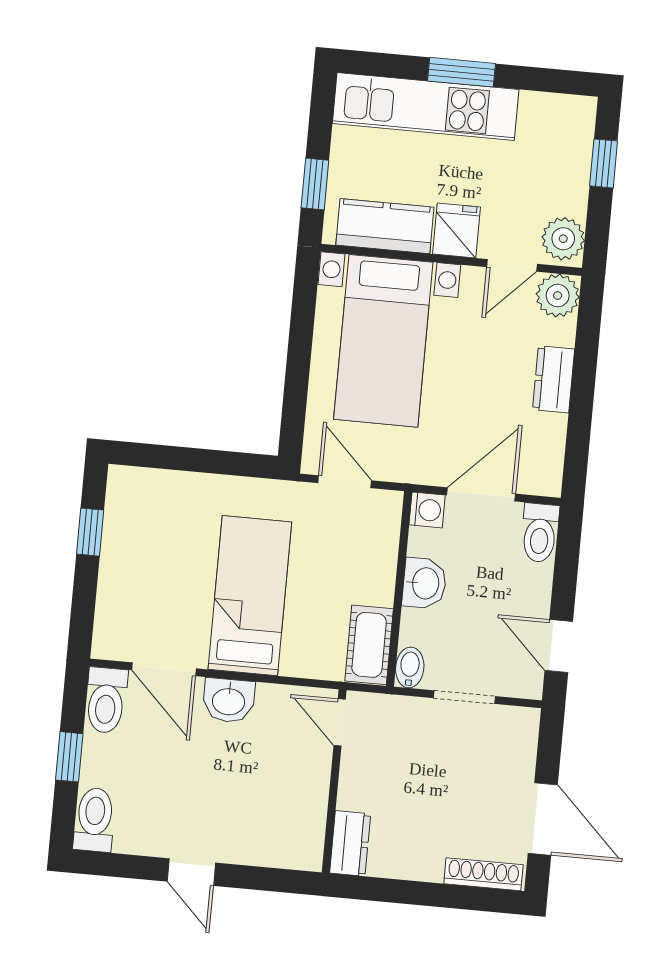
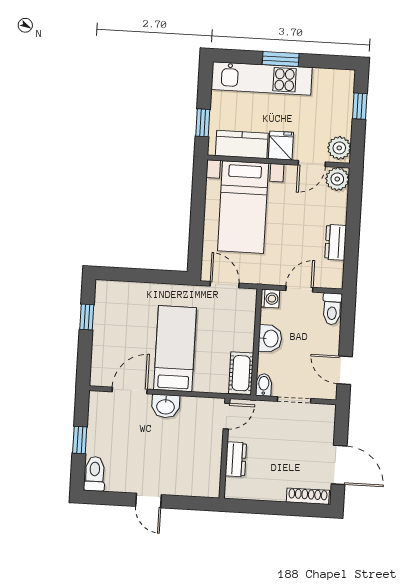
dresser: (554, 379) -> (336, 242), moved
door: (481, 494) -> (299, 289), width x0.73
door: (164, 669) -> (130, 390), swing flipped
toilet: (106, 700) -> (99, 408), removed
door: (340, 722) -> (226, 416), swing flipped
dresser: (350, 843) -> (236, 459), moved

